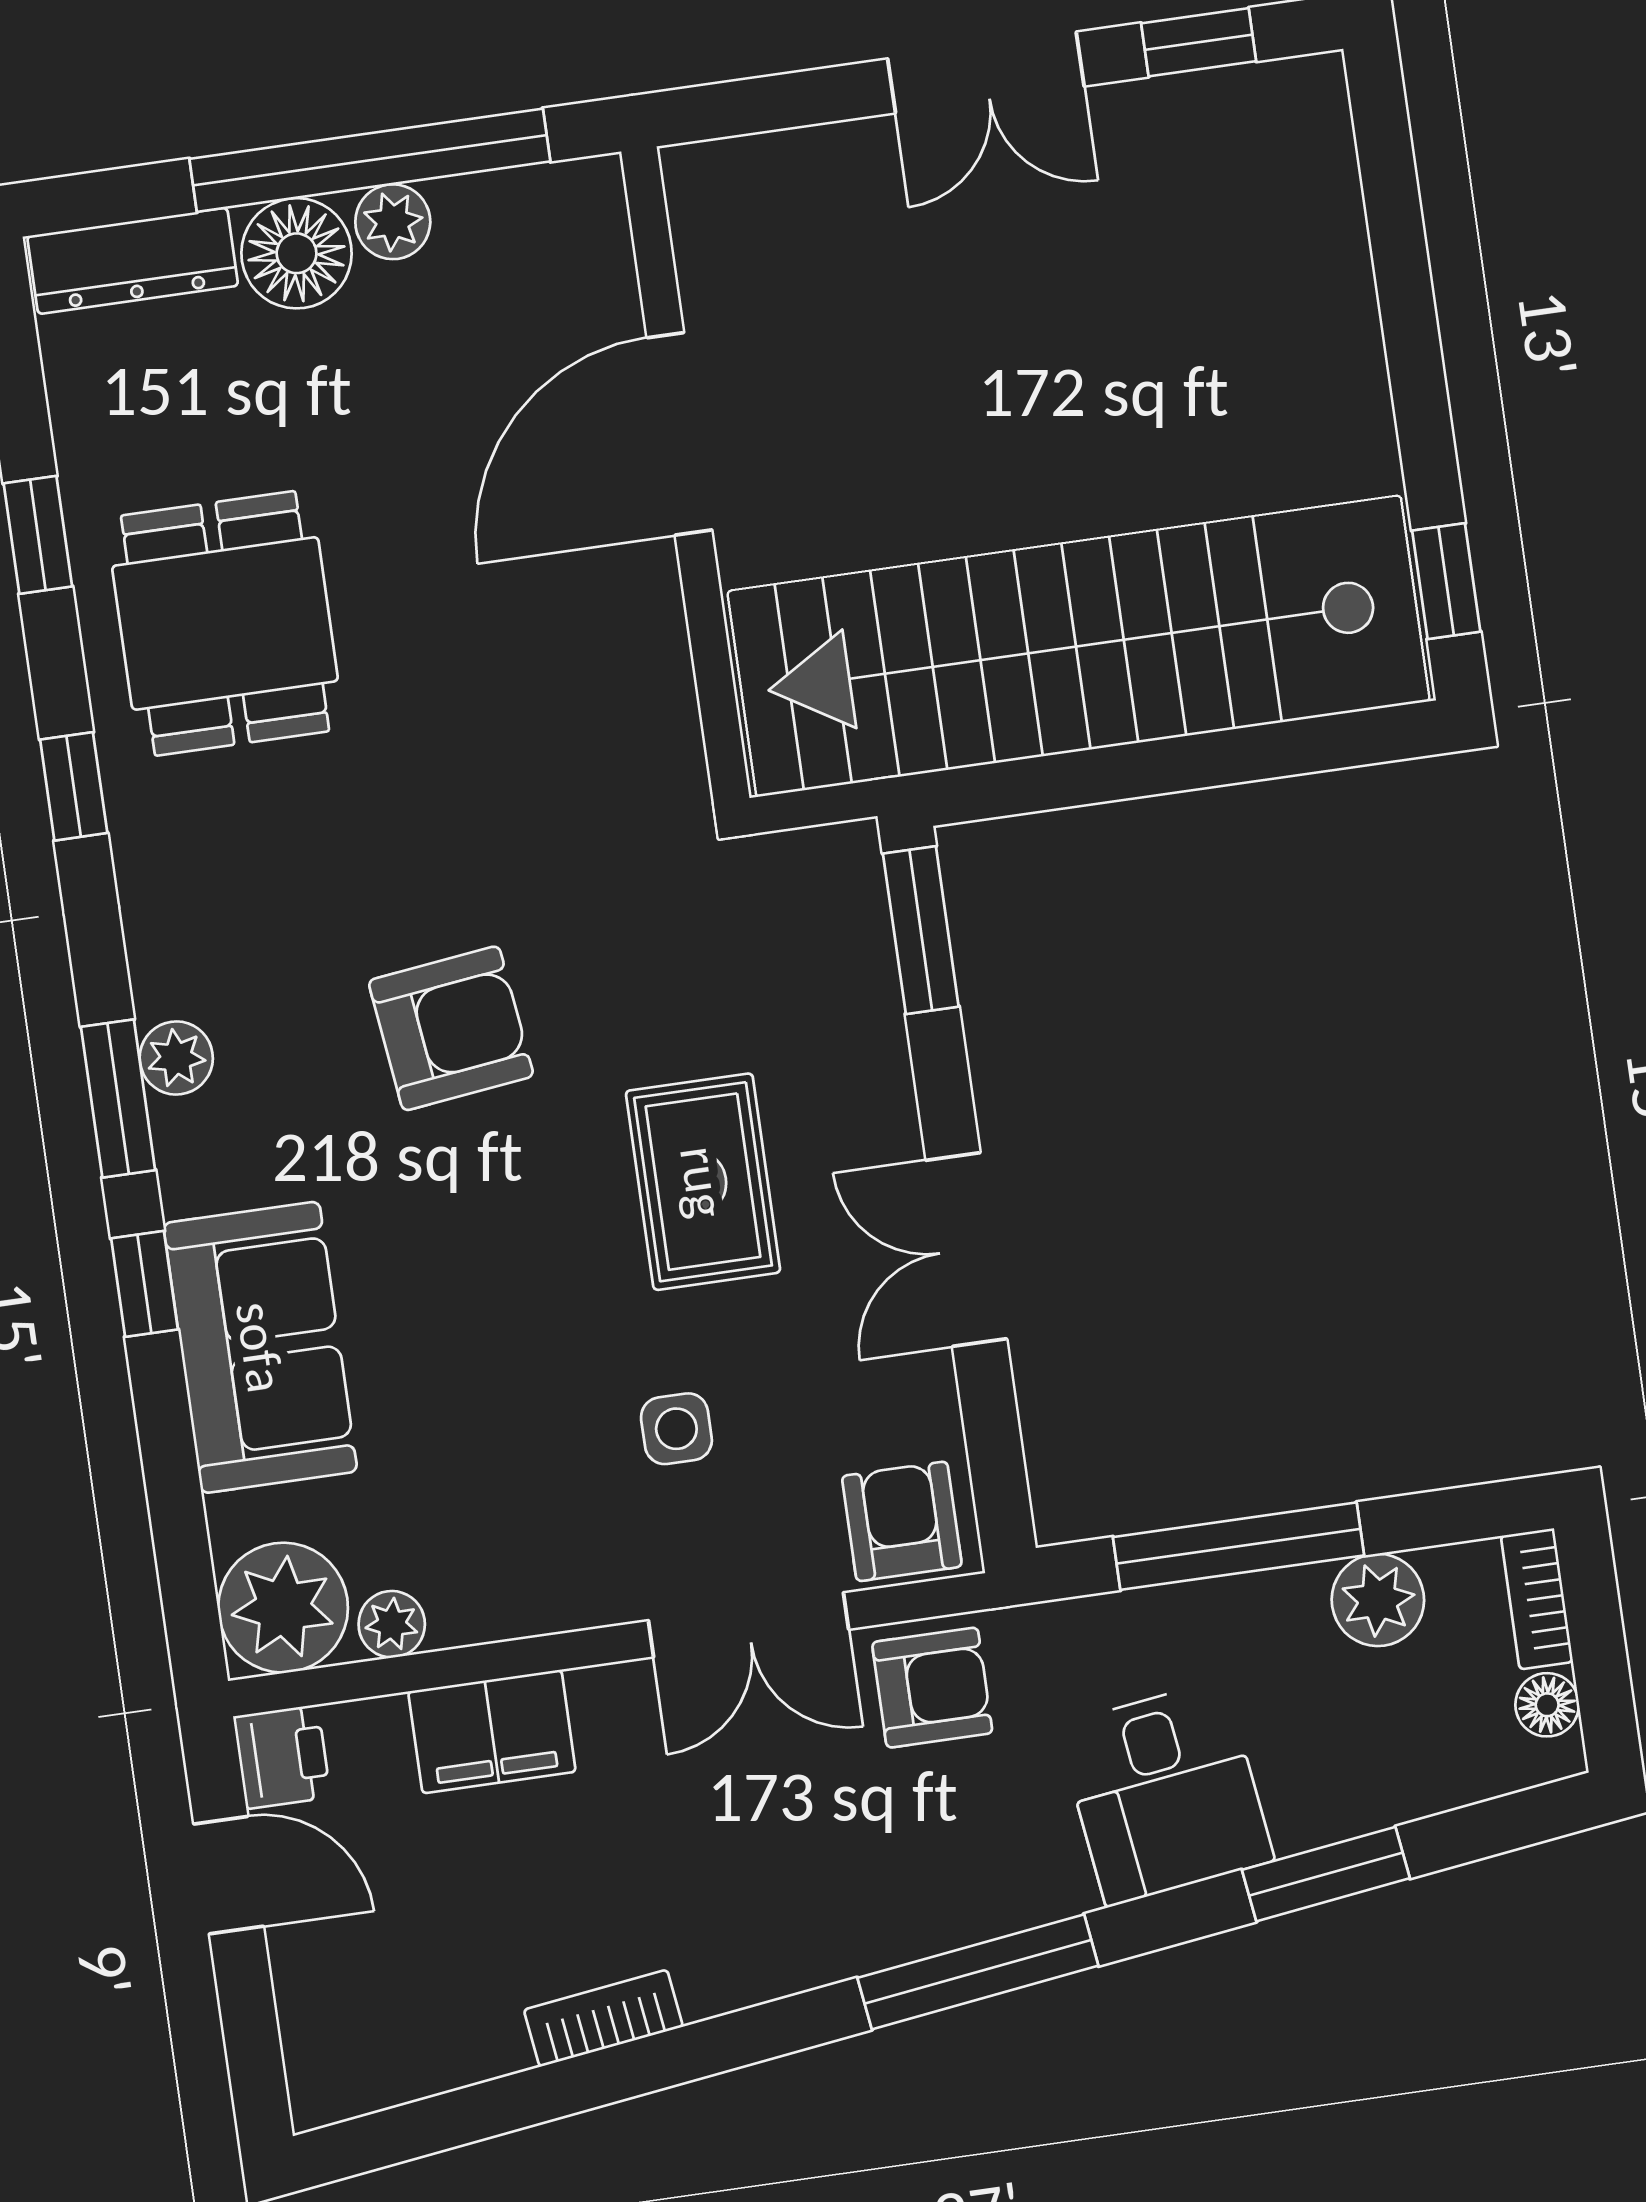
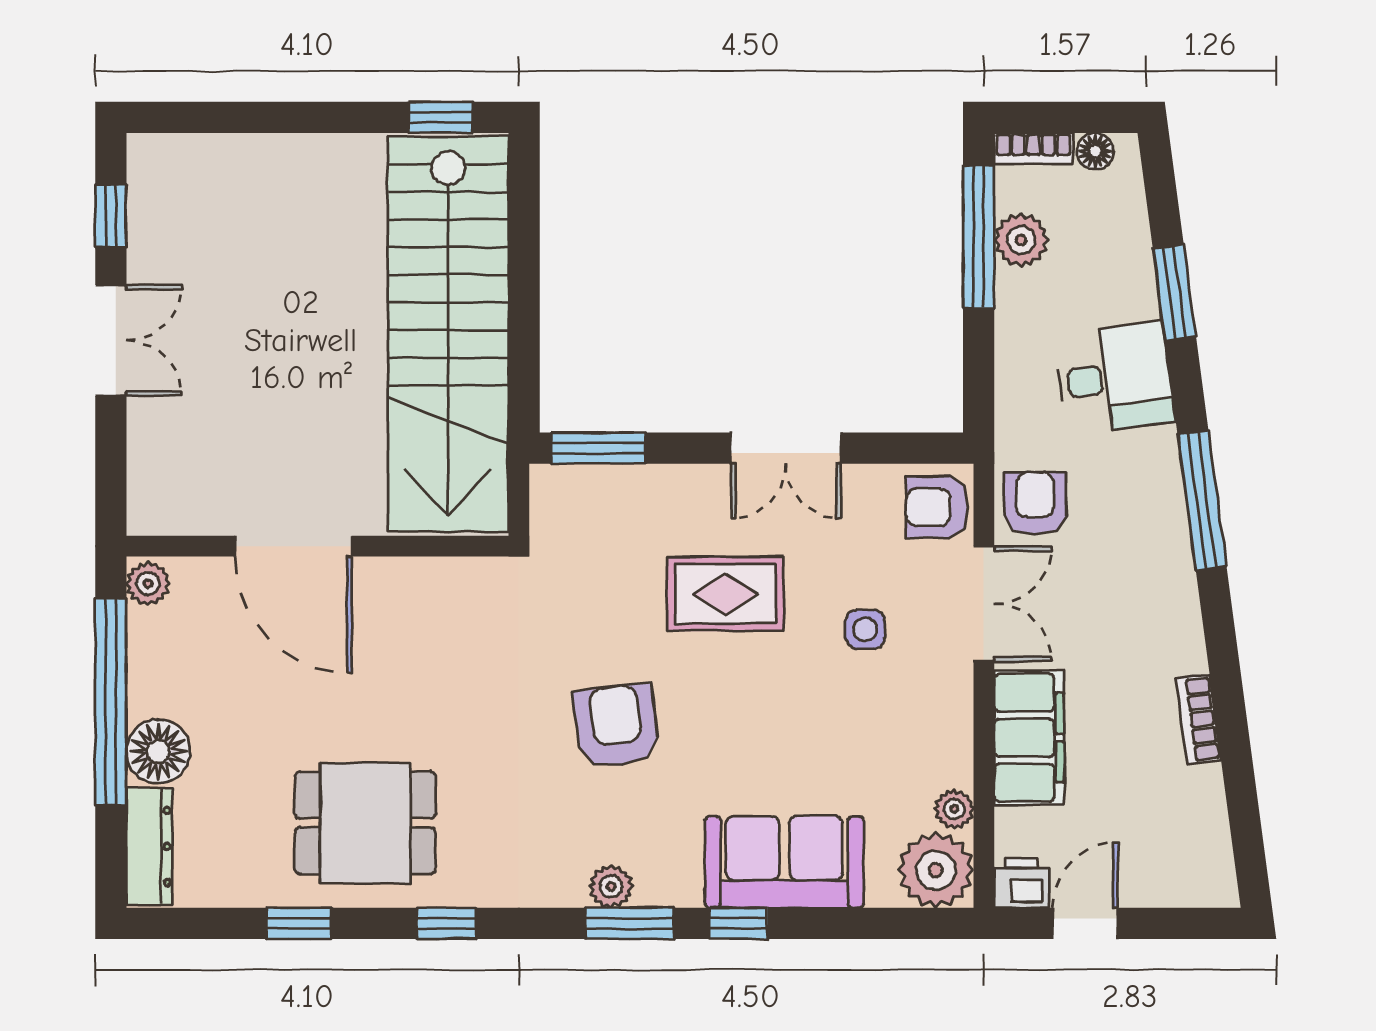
plant: (393, 222) -> (148, 584), moved
window: (1238, 1546) -> (979, 237), moved
filing cabinet: (492, 1732) -> (1029, 738), width x1.50, depth x1.17

